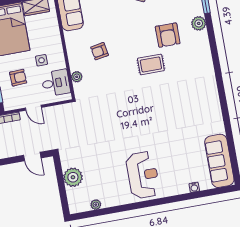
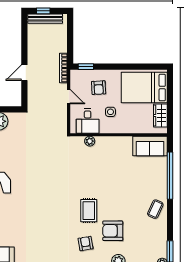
armchair: (100, 51) -> (86, 243), moved
door: (33, 108) -> (69, 97), swing flipped
door: (32, 157) -> (24, 73), moved

